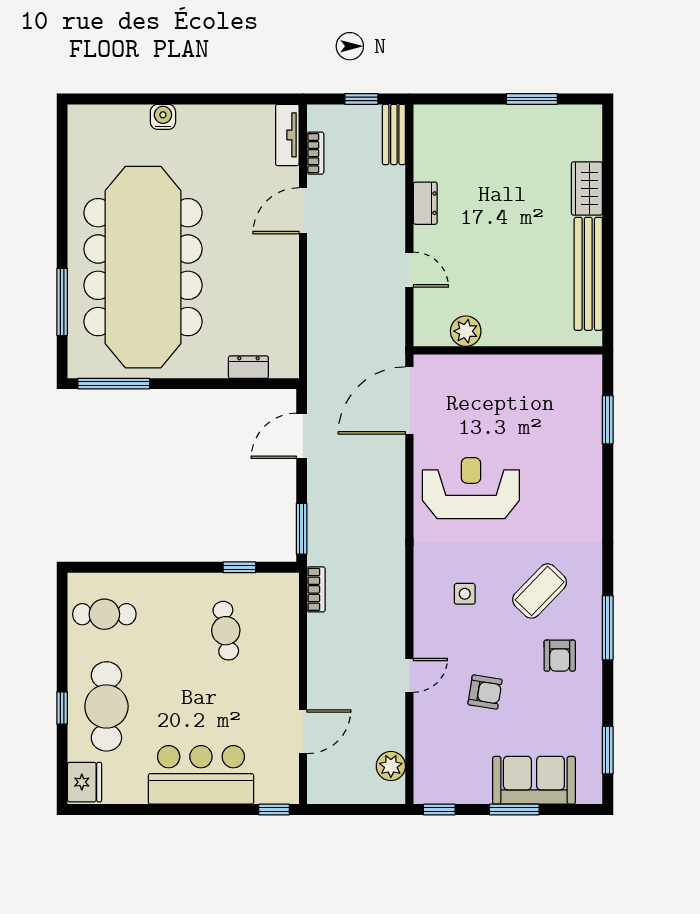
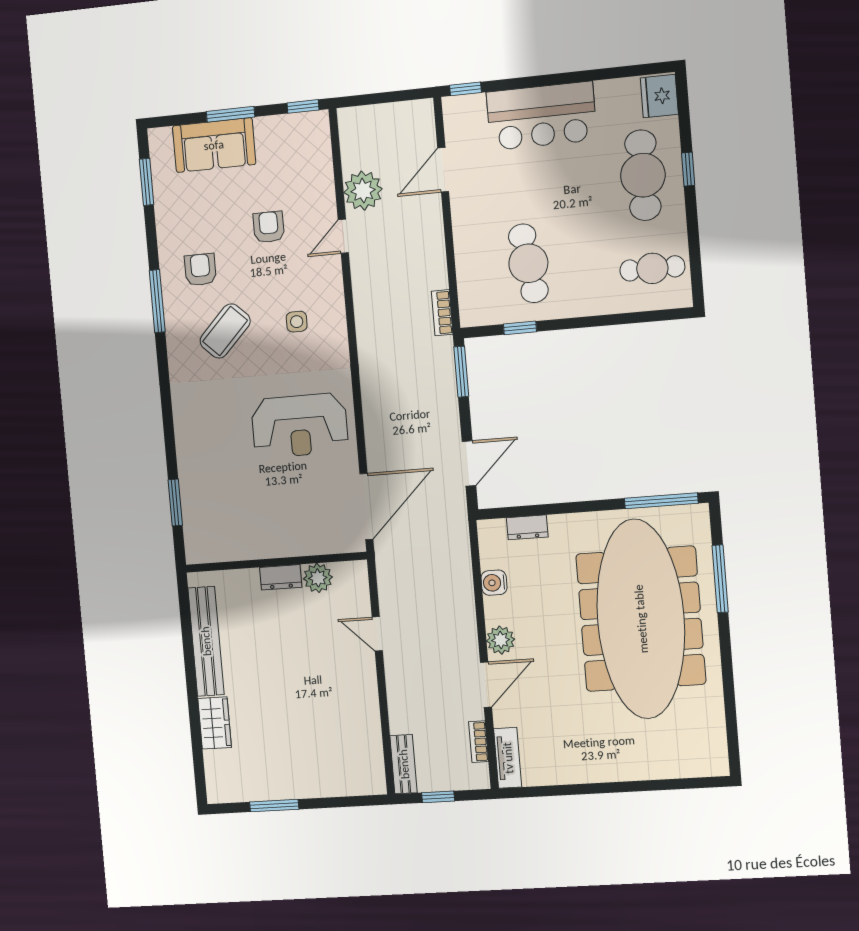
water cooler: (163, 117) -> (494, 583), moved, turned 90
dresser: (425, 203) -> (281, 577), moved, turned -90
plant: (285, 255) -> (501, 640), added
cafe table: (226, 631) -> (528, 263), width x1.37, depth x1.35
armchair: (485, 692) -> (269, 227), turned 81
plant: (391, 766) -> (363, 191), moved, width x1.36, depth x1.36

